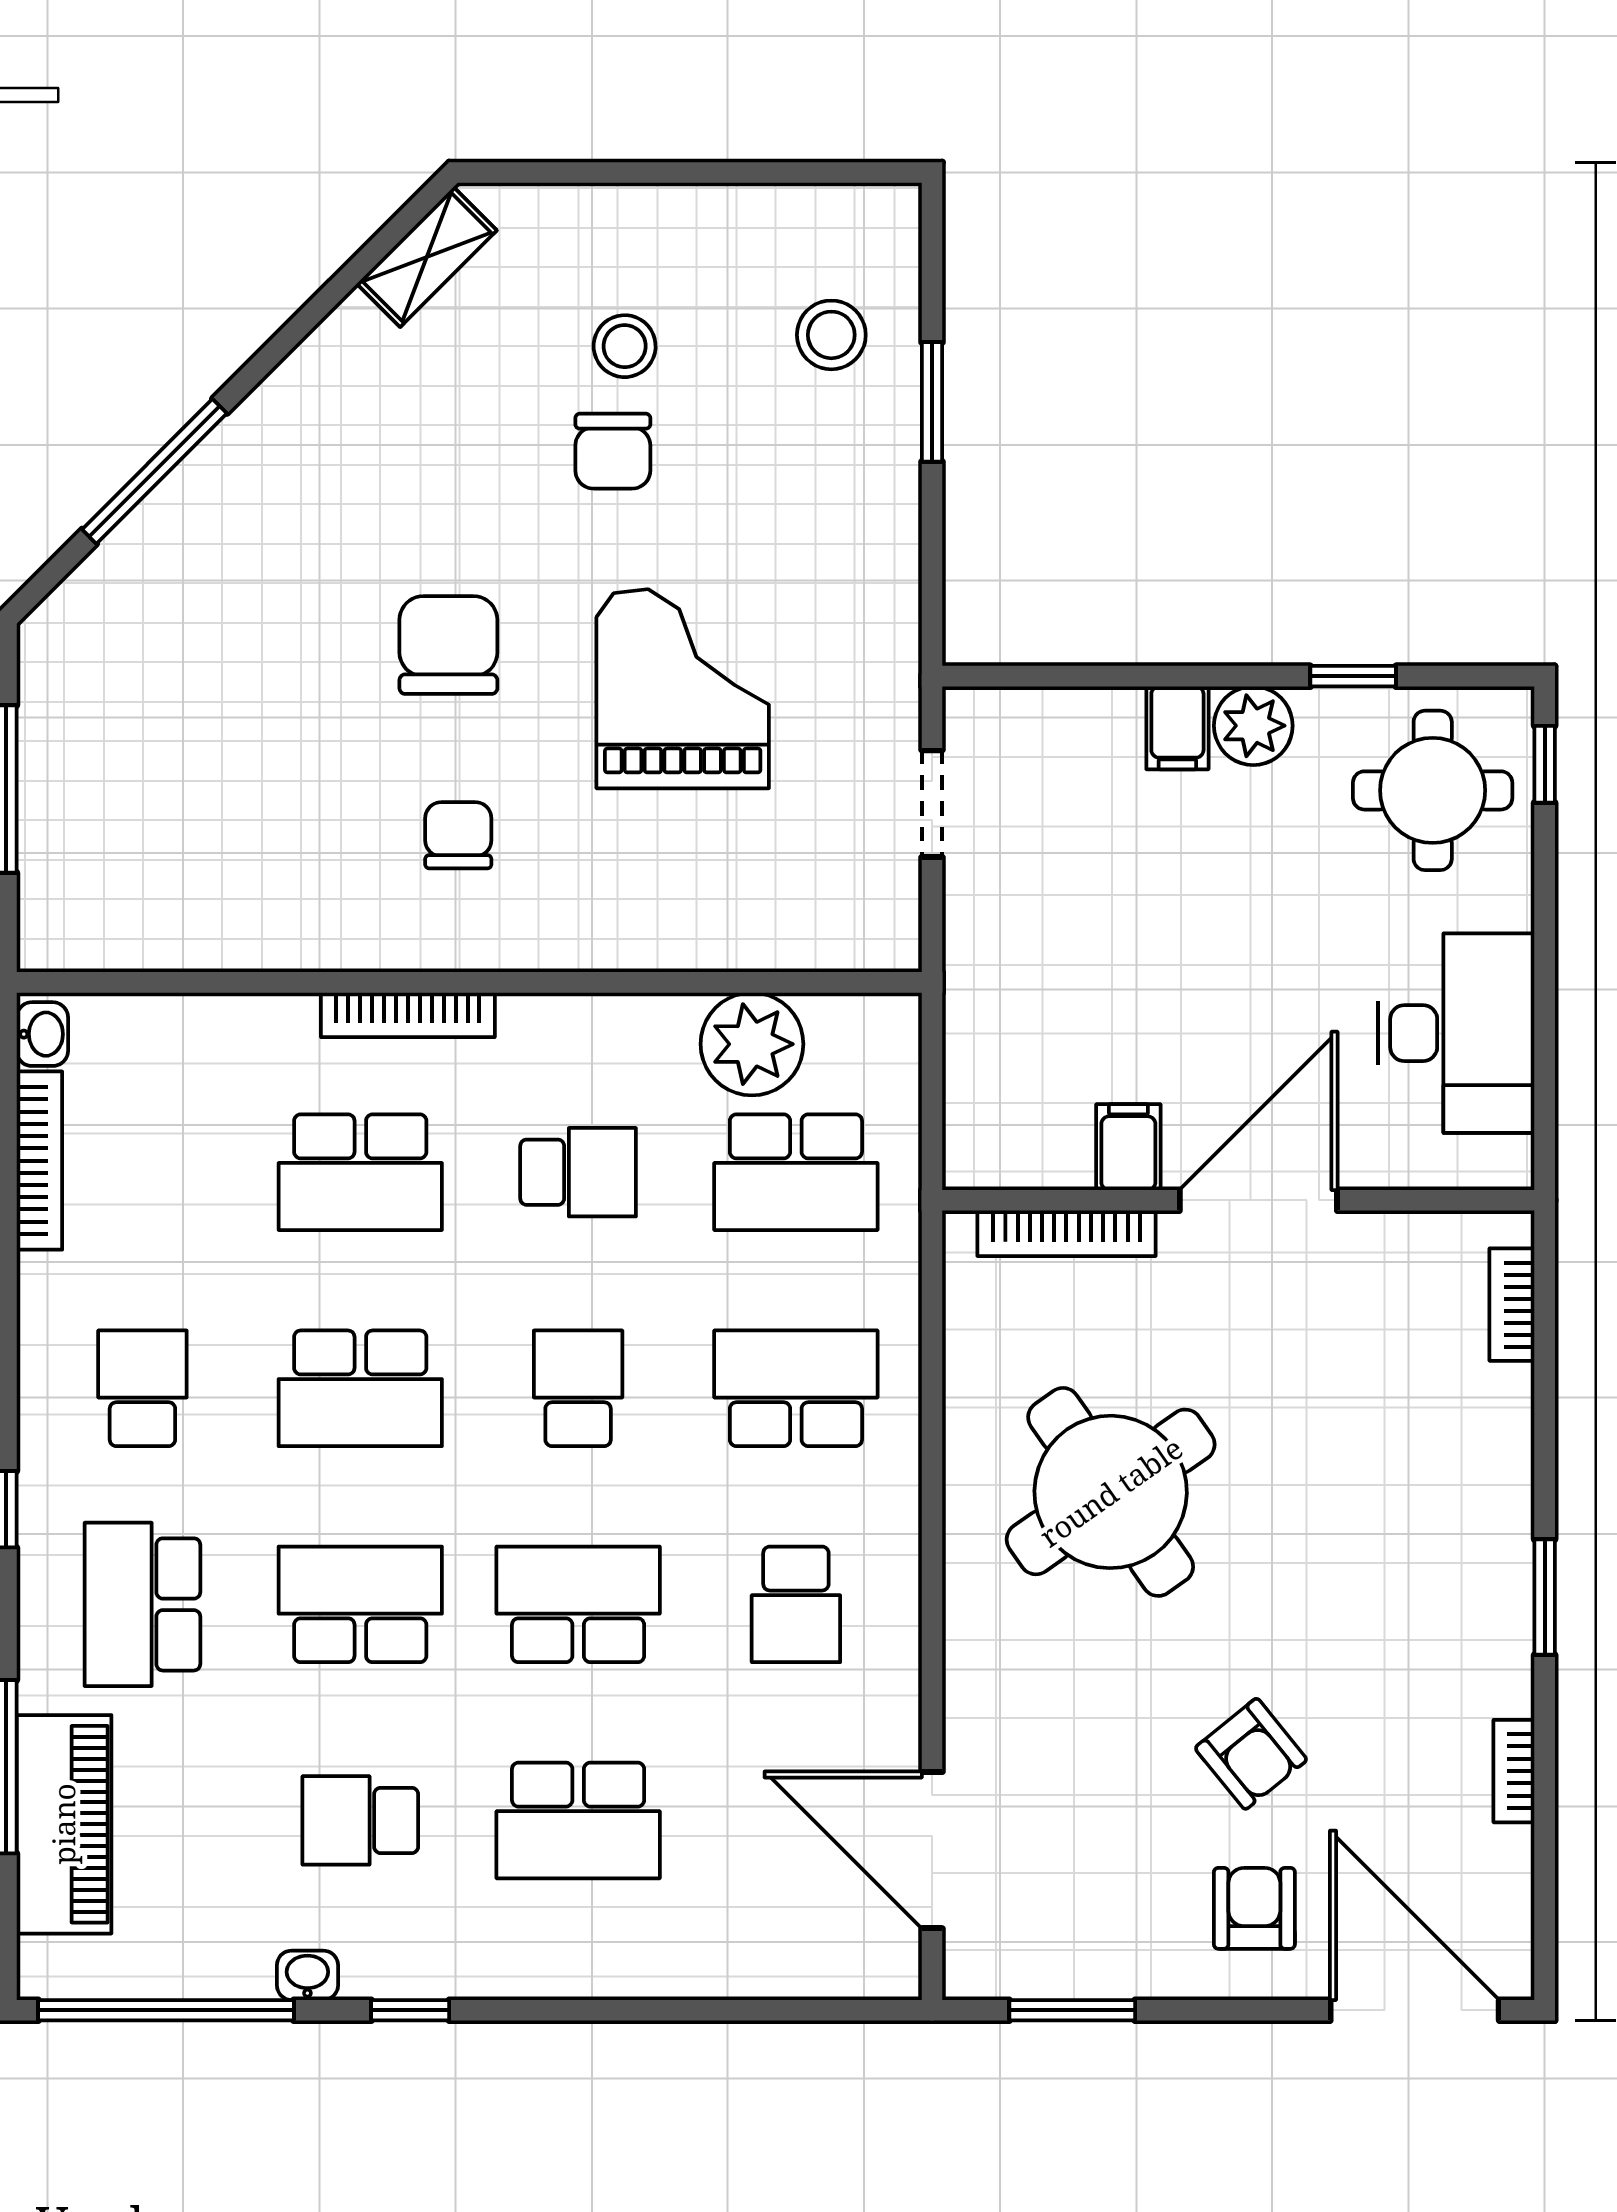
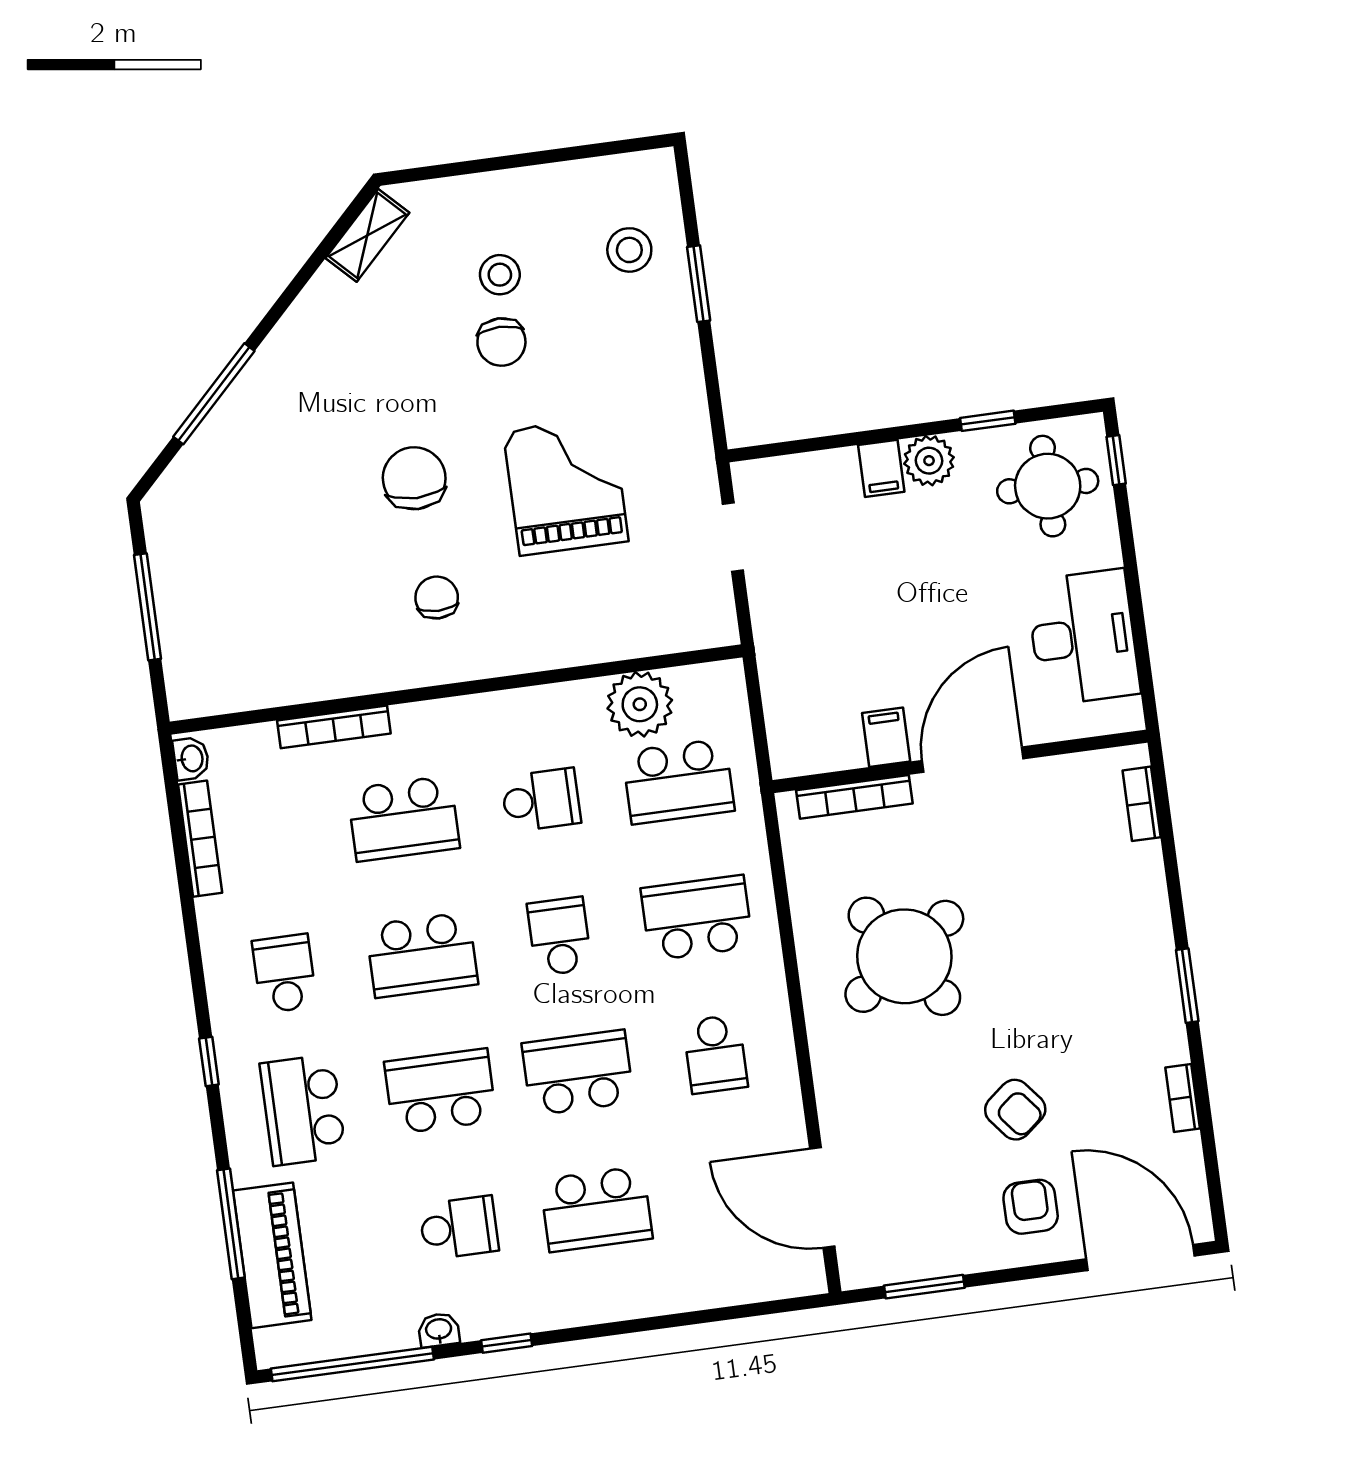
bookcase: (408, 1015) -> (334, 727), moved
school desk: (360, 1820) -> (459, 1228), turned 180

